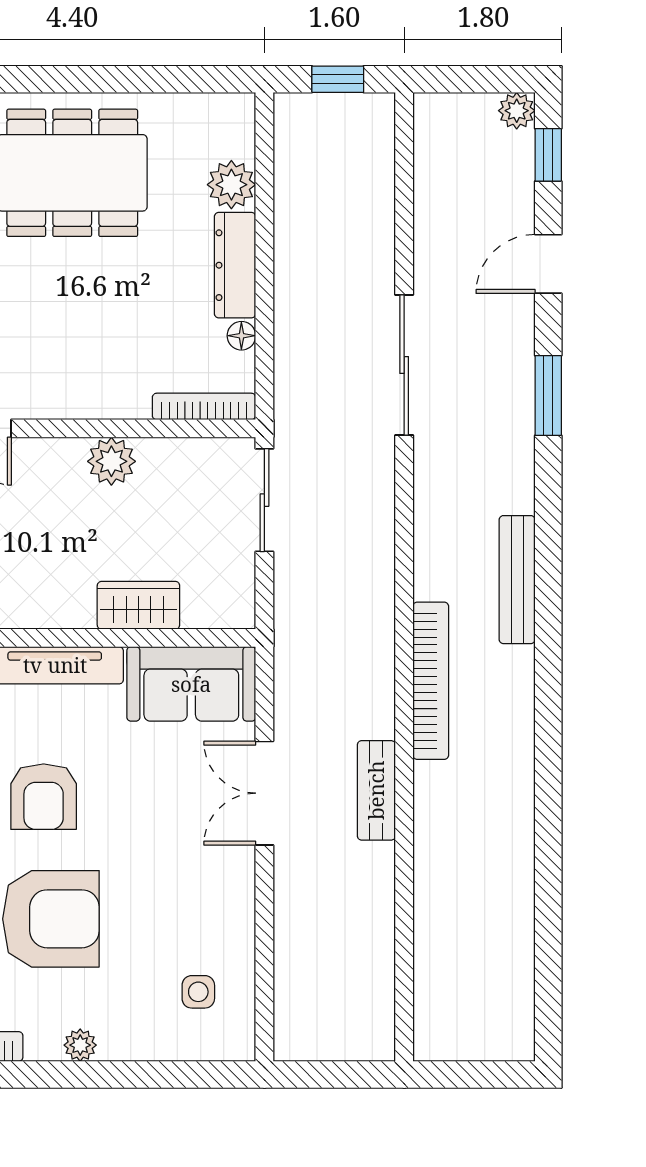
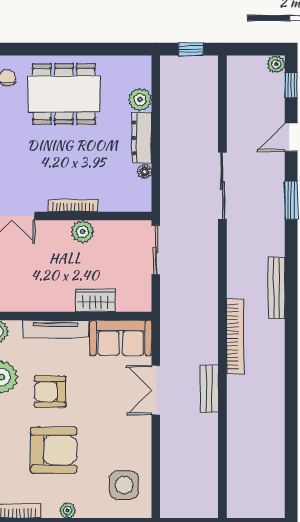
bookcase: (204, 406) -> (73, 205), moved
armchair: (44, 797) -> (50, 392), turned 90
side table: (198, 992) -> (124, 485), width x1.87, depth x1.87

